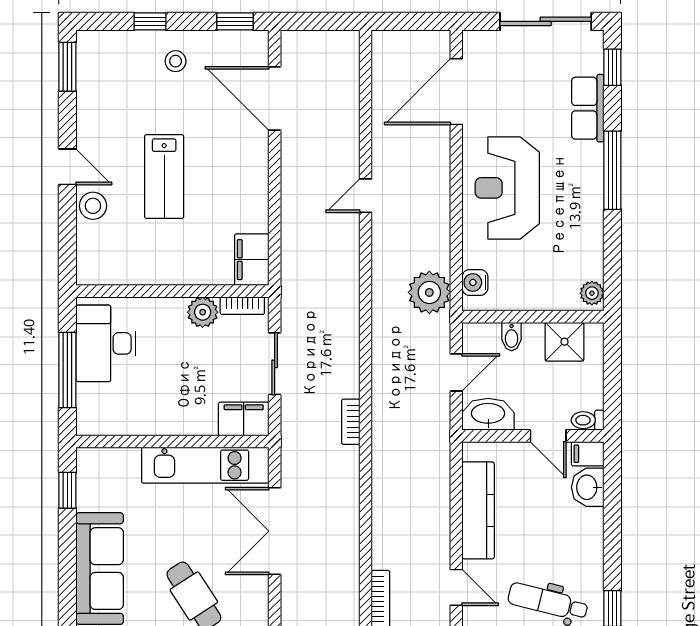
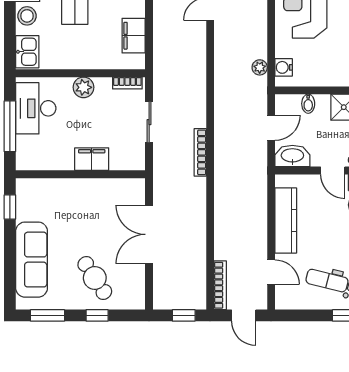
kitchen sink: (93, 259) -> (27, 52), added
filing cabinet: (252, 260) -> (134, 36), moved
plant: (429, 292) -> (260, 67), width x0.53, depth x0.53
plant: (203, 312) -> (84, 87), moved
filing cabinet: (244, 419) -> (92, 159), moved
bookcase: (351, 422) -> (200, 152), width x1.56
kitchen unit: (205, 465) -> (102, 190), removed

